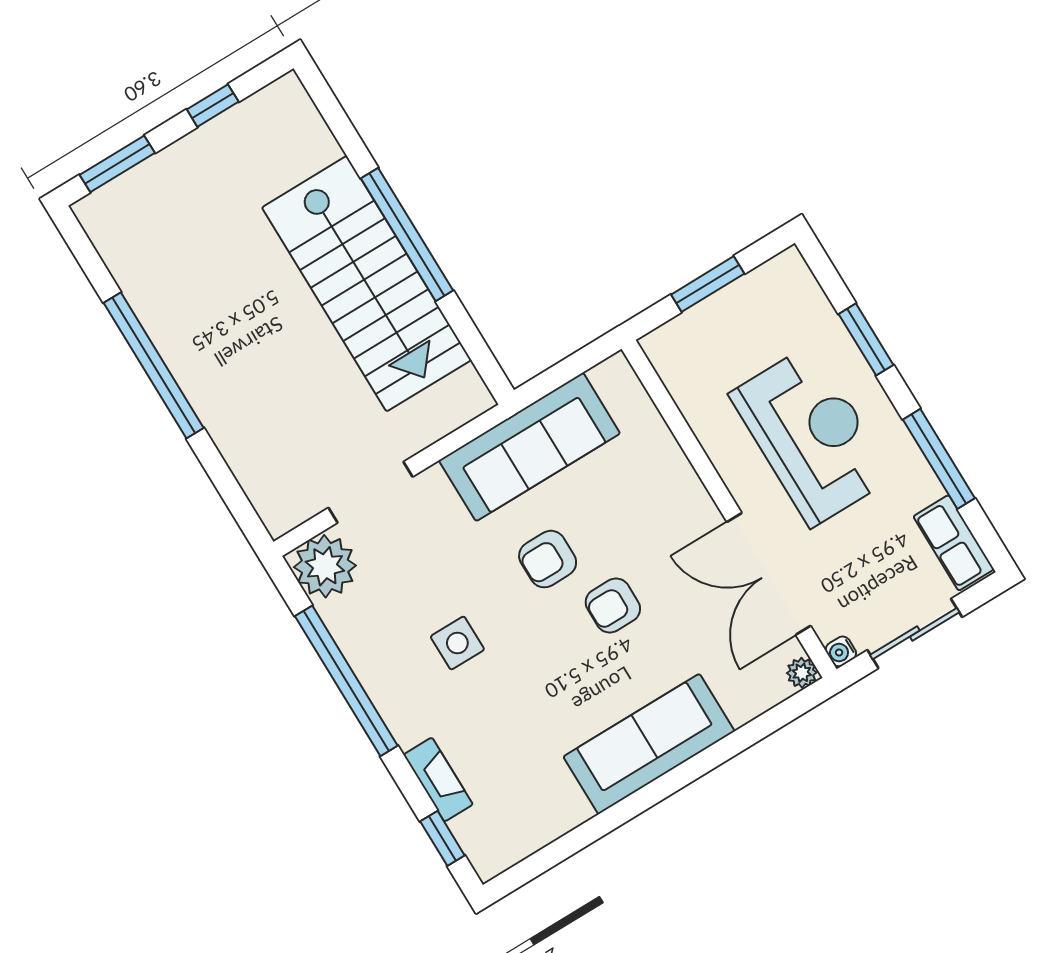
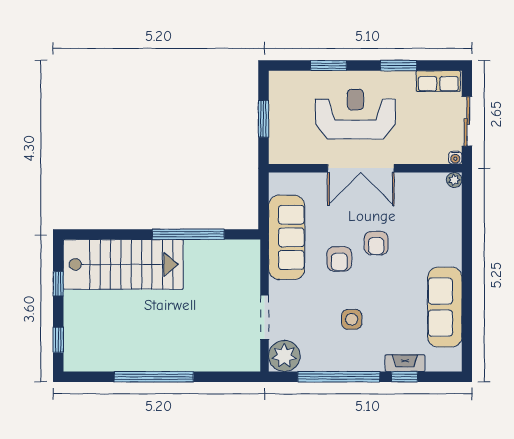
window: (117, 164) -> (58, 340), width x0.67
window: (407, 234) -> (188, 234), moved
stairs: (367, 284) -> (123, 264), moved
window: (939, 459) -> (399, 66), width x0.69
double door: (769, 574) -> (361, 168), moved
sofa: (649, 744) -> (445, 307), moved
window: (442, 838) -> (404, 377), moved

